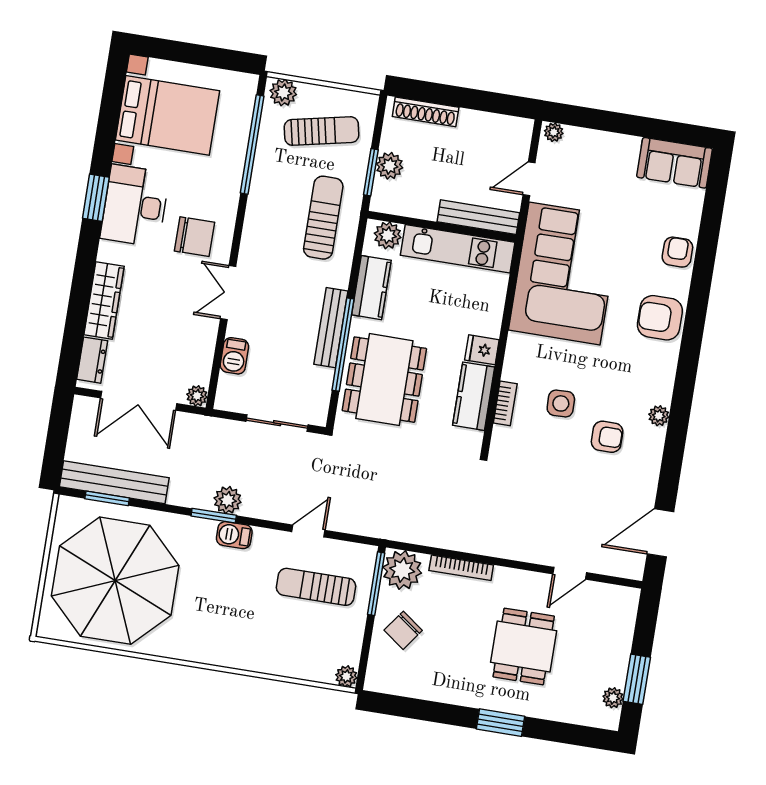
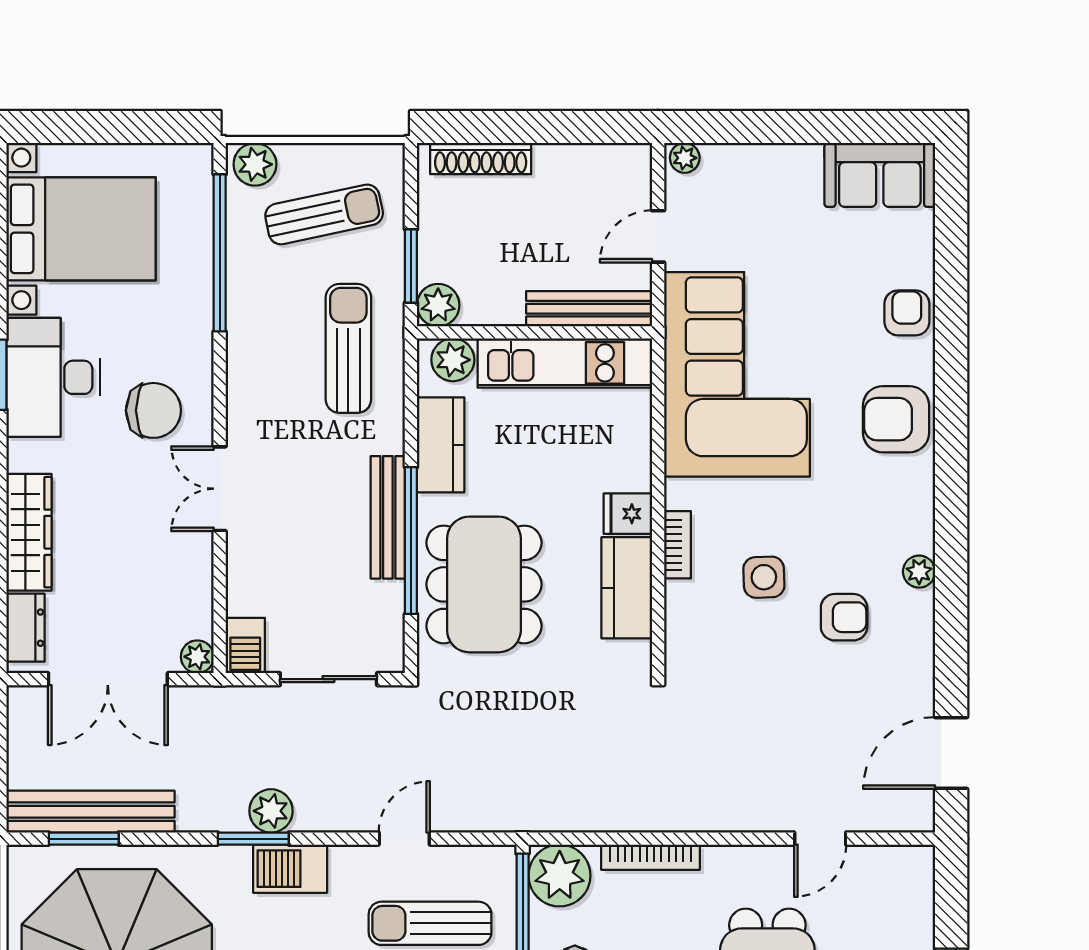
plant: (389, 166) -> (438, 305), moved
barbecue: (234, 356) -> (245, 645), moved
bookcase: (505, 403) -> (678, 545), moved
barbecue: (234, 535) -> (290, 869), width x1.38, depth x1.27

